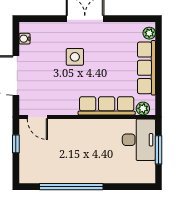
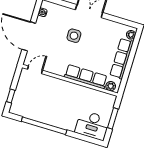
door: (37, 117) -> (35, 70), swing flipped
desk: (139, 140) -> (92, 125), moved, turned 90
window: (16, 144) -> (11, 96), moved

